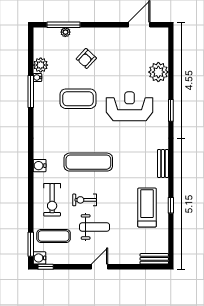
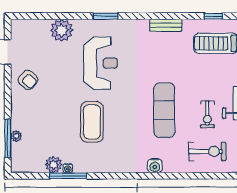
armchair: (86, 59) -> (28, 80), moved
window: (31, 91) -> (68, 176), moved
reception desk: (130, 106) -> (101, 63), turned 180
water cooler: (40, 166) -> (155, 166), moved

